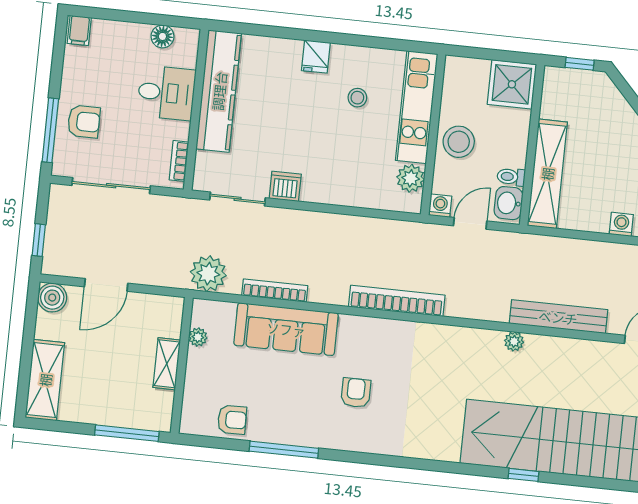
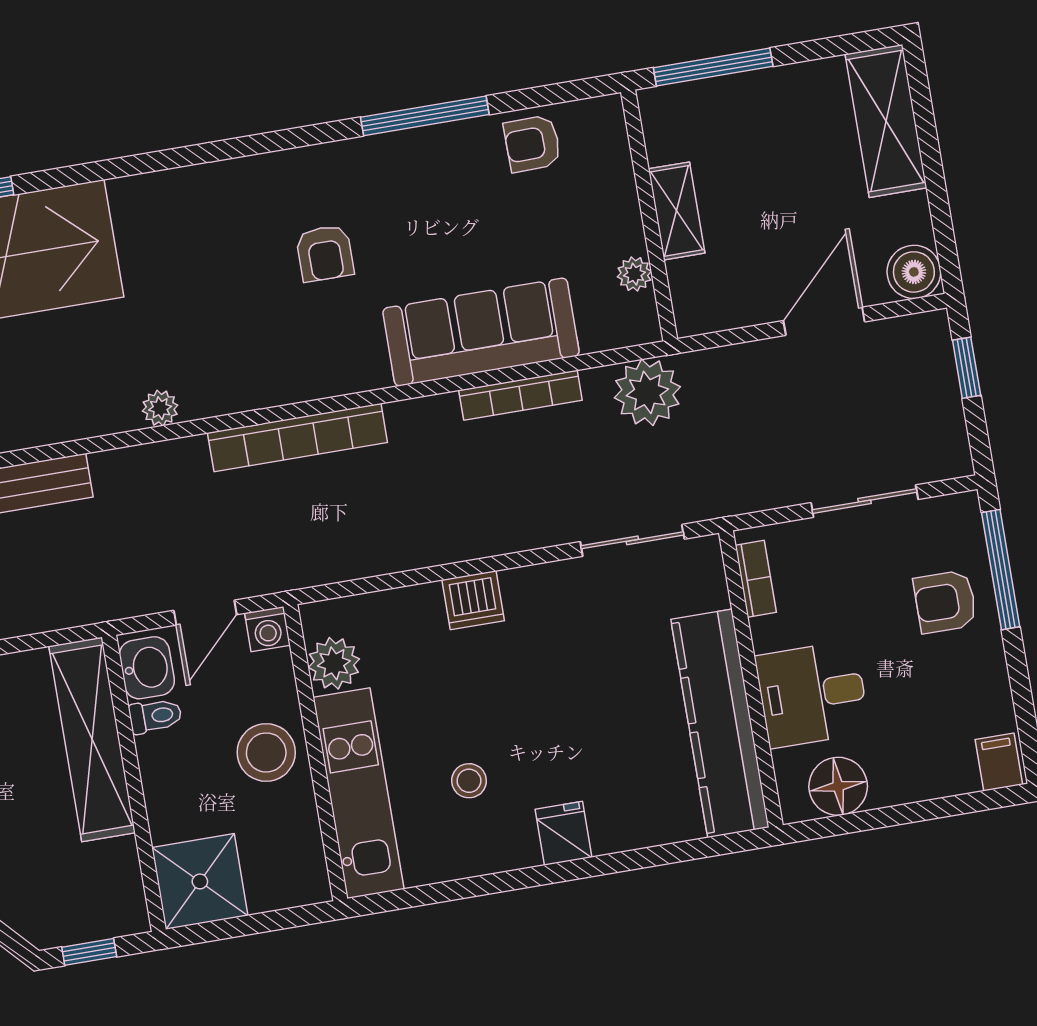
floor lamp: (162, 36) -> (838, 786), width x1.38, depth x1.38
sliding door: (111, 186) -> (865, 501), width x0.73
dishwasher: (285, 186) -> (473, 600), moved
plant: (514, 341) -> (160, 408), moved

